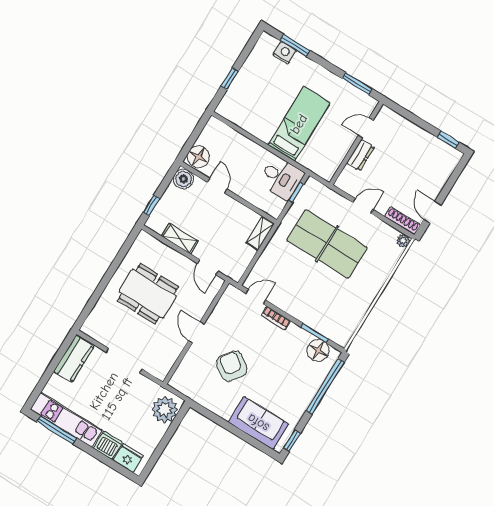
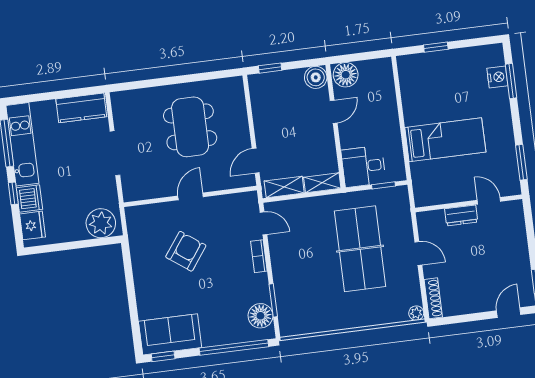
desk: (281, 178) -> (364, 166), moved, turned 90
door: (432, 212) -> (509, 313), moved
shelving: (180, 239) -> (284, 187), moved, turned 90
sofa: (258, 423) -> (170, 334), moved, turned -90
window: (95, 454) -> (13, 193), added

